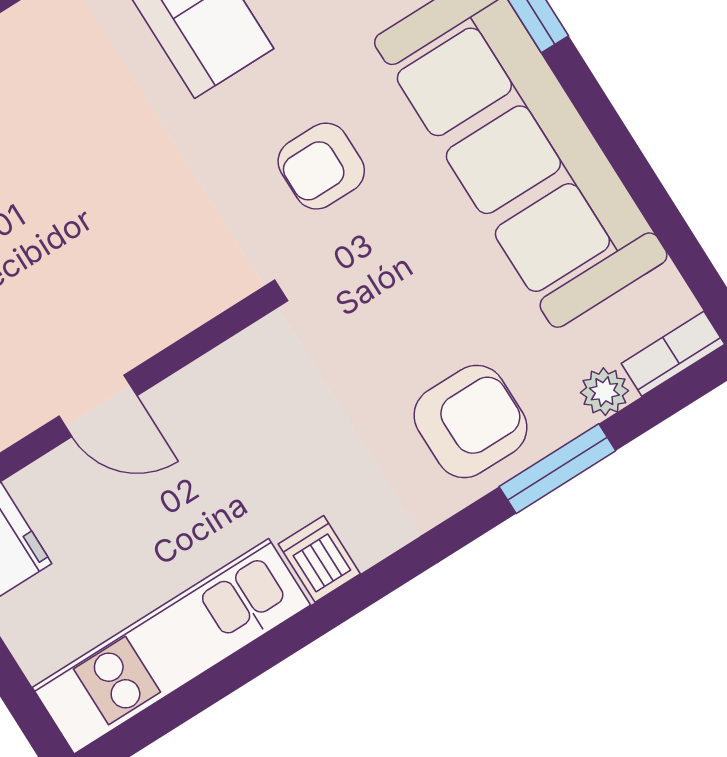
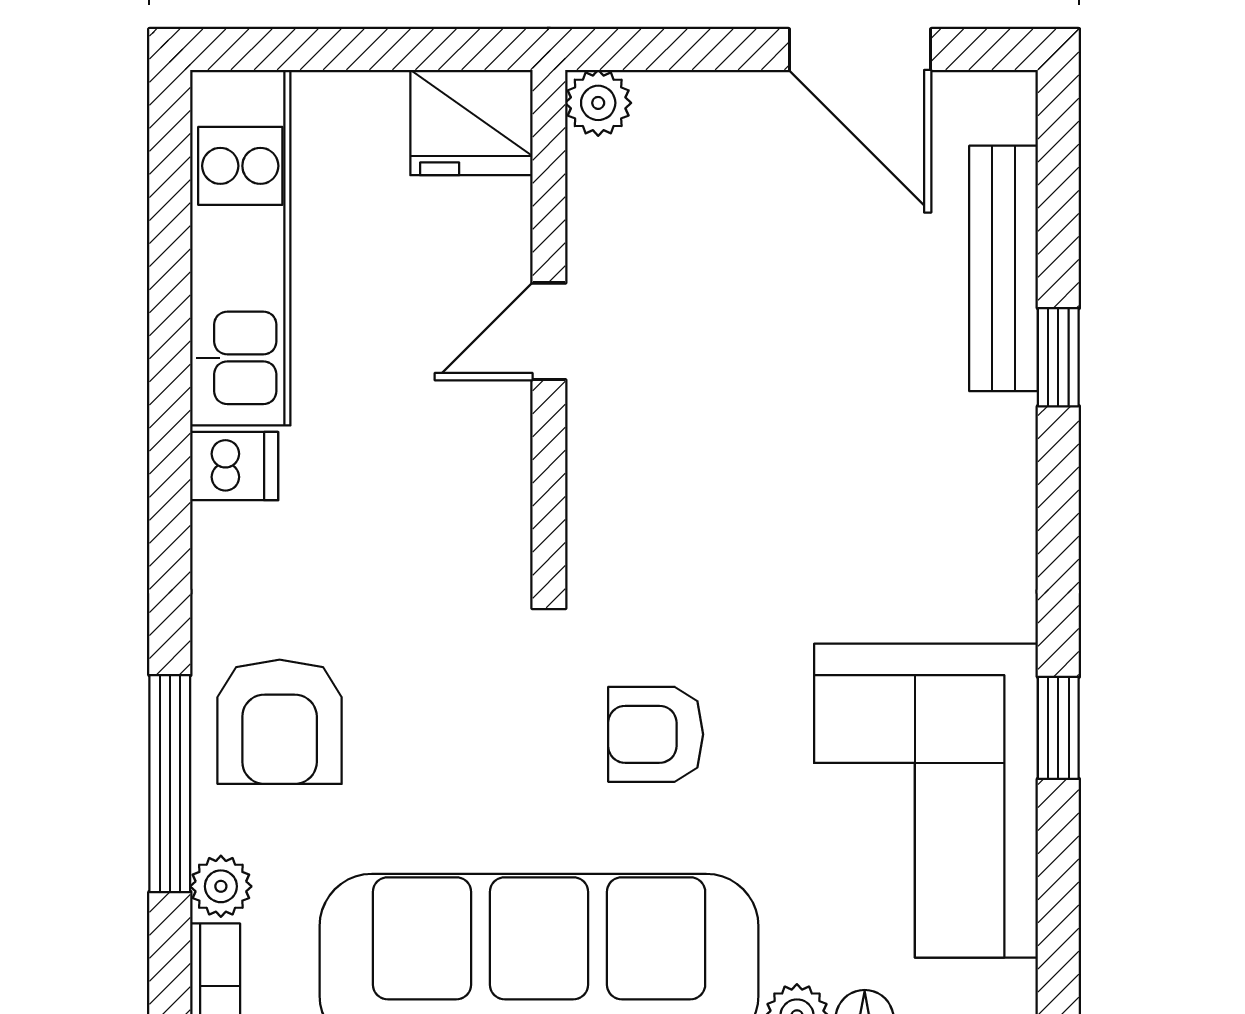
armchair: (321, 166) -> (656, 734), turned -90
window: (557, 469) -> (170, 784), width x1.44

